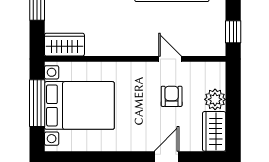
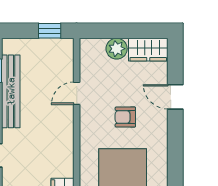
armchair: (172, 96) -> (125, 117), moved

